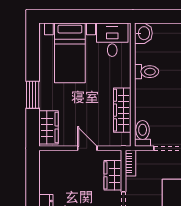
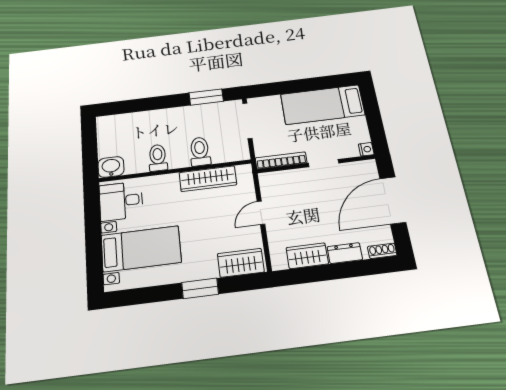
toilet: (143, 133) -> (200, 151), moved, turned 90
bookcase: (130, 163) -> (281, 160), width x1.56
wardrobe: (113, 175) -> (307, 256), moved, turned 180

